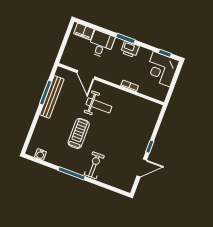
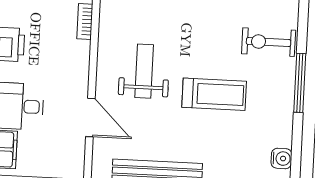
door: (86, 75) -> (90, 117), hinge flipped
treadmill: (79, 133) -> (214, 94), turned 180

